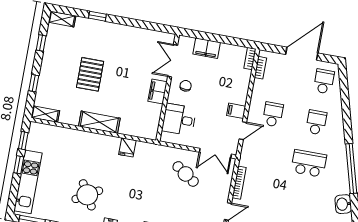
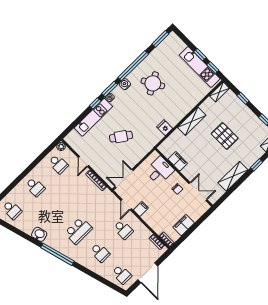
shelving: (128, 34) -> (233, 176), added
filing cabinet: (207, 48) -> (184, 225), moved
filing cabinet: (157, 92) -> (178, 161), moved
cafe table: (186, 174) -> (121, 137), moved
kitchen unit: (28, 182) -> (200, 67), moved

